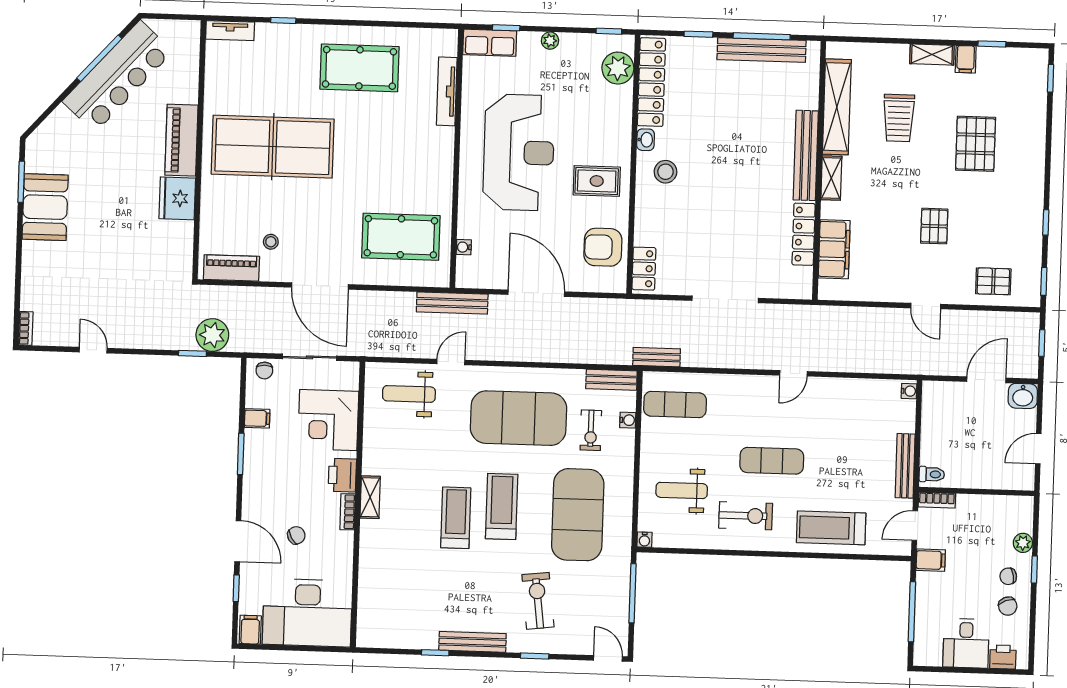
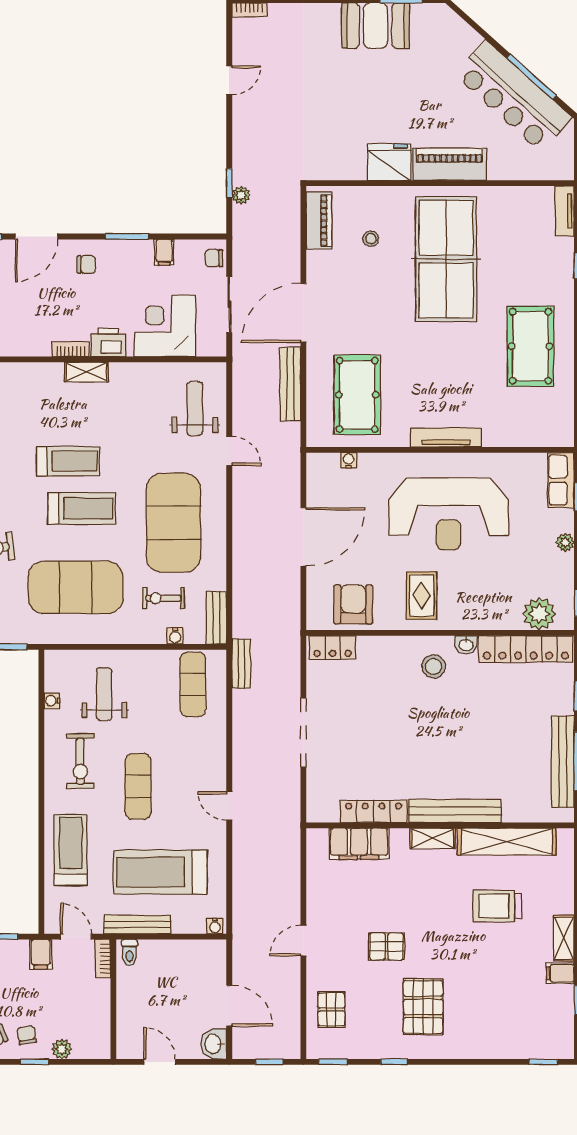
tv unit: (447, 91) -> (446, 437), moved
pallet: (976, 144) -> (423, 1007), moved, turned 90
stool: (271, 242) -> (371, 239), moved
bench: (452, 303) -> (290, 384), moved
plant: (212, 335) -> (241, 195), width x0.53, depth x0.53
treadmill: (855, 442) -> (160, 872), added
chair: (296, 535) -> (86, 265), moved, turned -60
water cooler: (644, 540) -> (52, 701), moved

